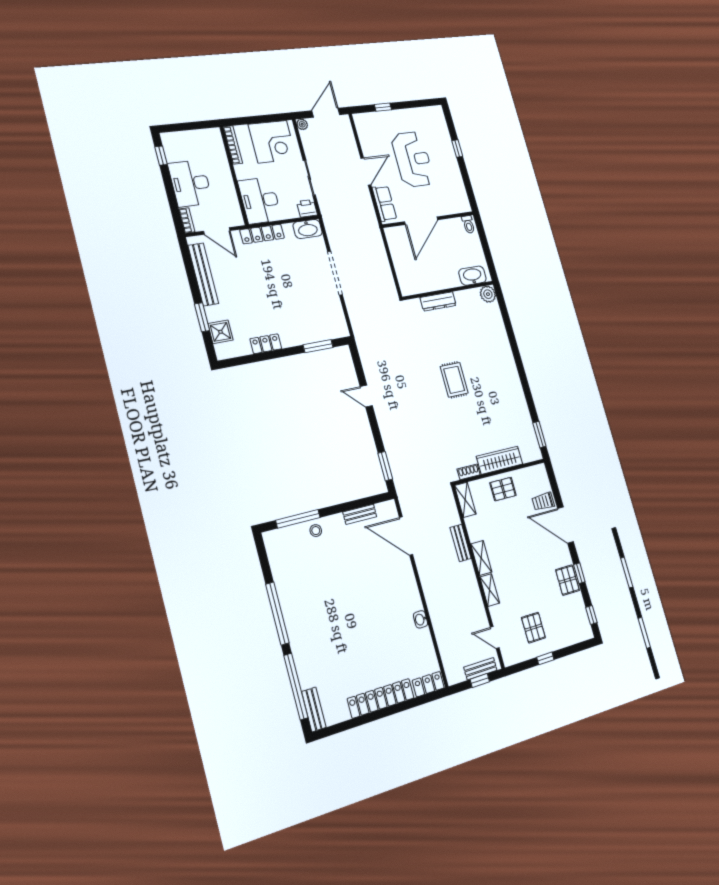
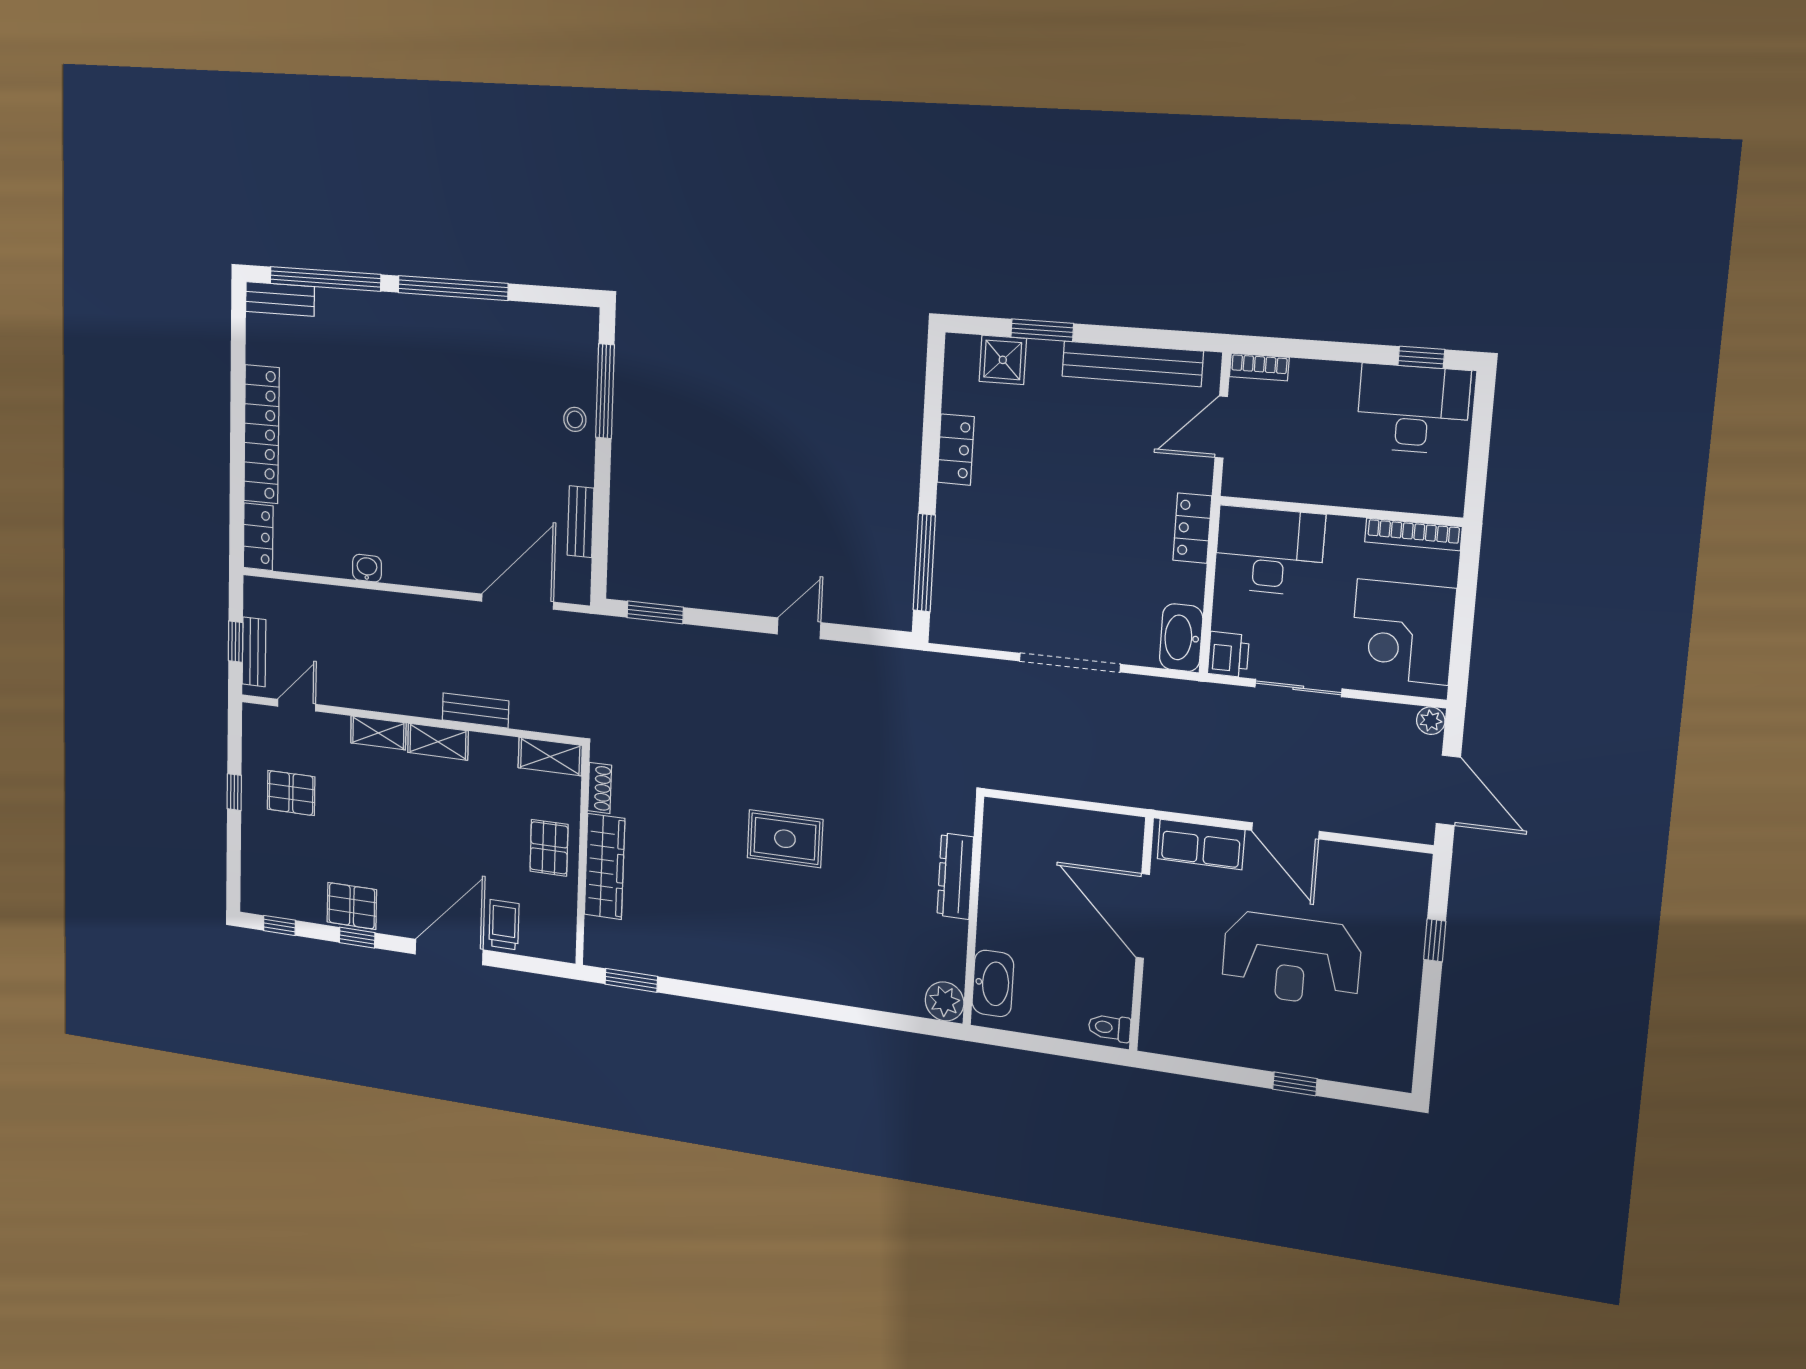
desk: (190, 183) -> (1413, 409), moved
locker: (262, 234) -> (1192, 528), width x0.66
window: (318, 346) -> (924, 563), width x1.44

